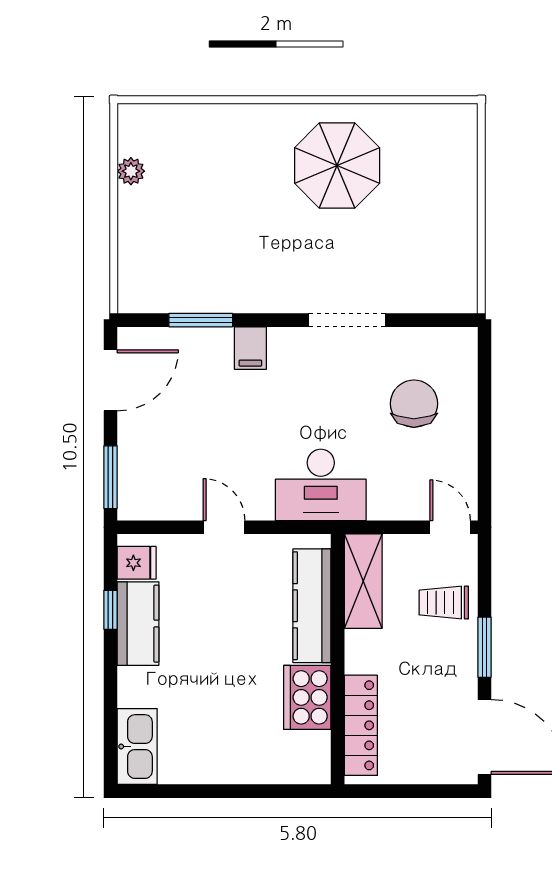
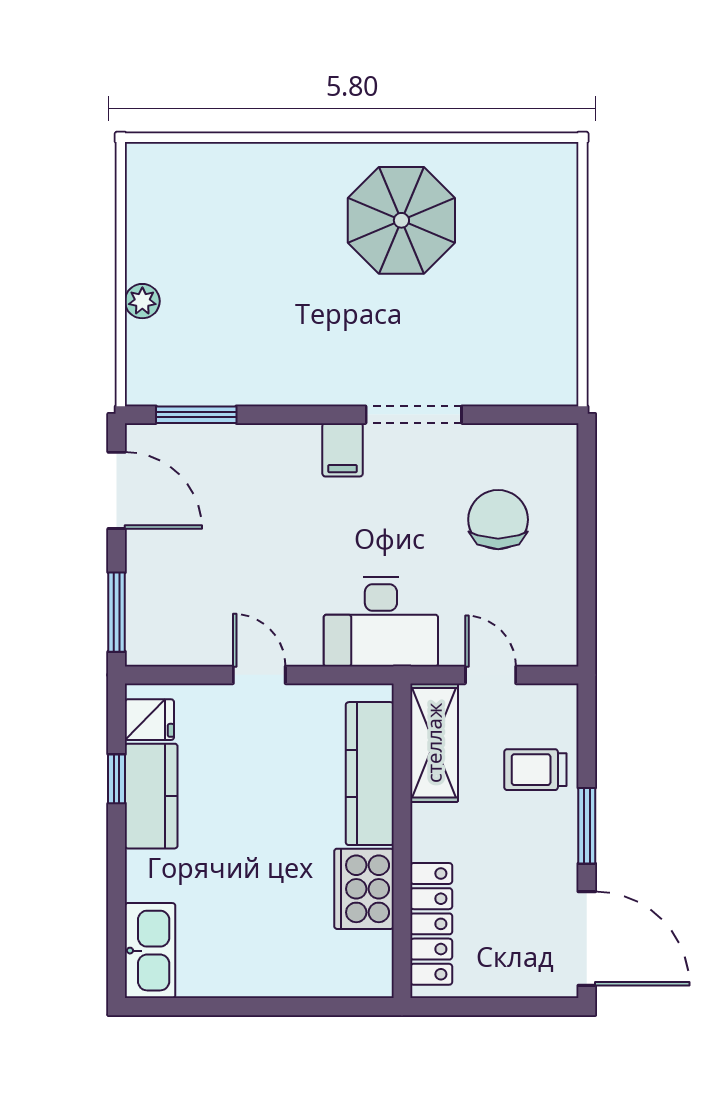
plant: (131, 171) -> (142, 301), moved
window: (201, 320) -> (196, 415), moved
filing cabinet: (250, 348) -> (343, 450), moved
door: (110, 380) -> (117, 490), hinge flipped
door: (450, 527) -> (491, 675), moved

